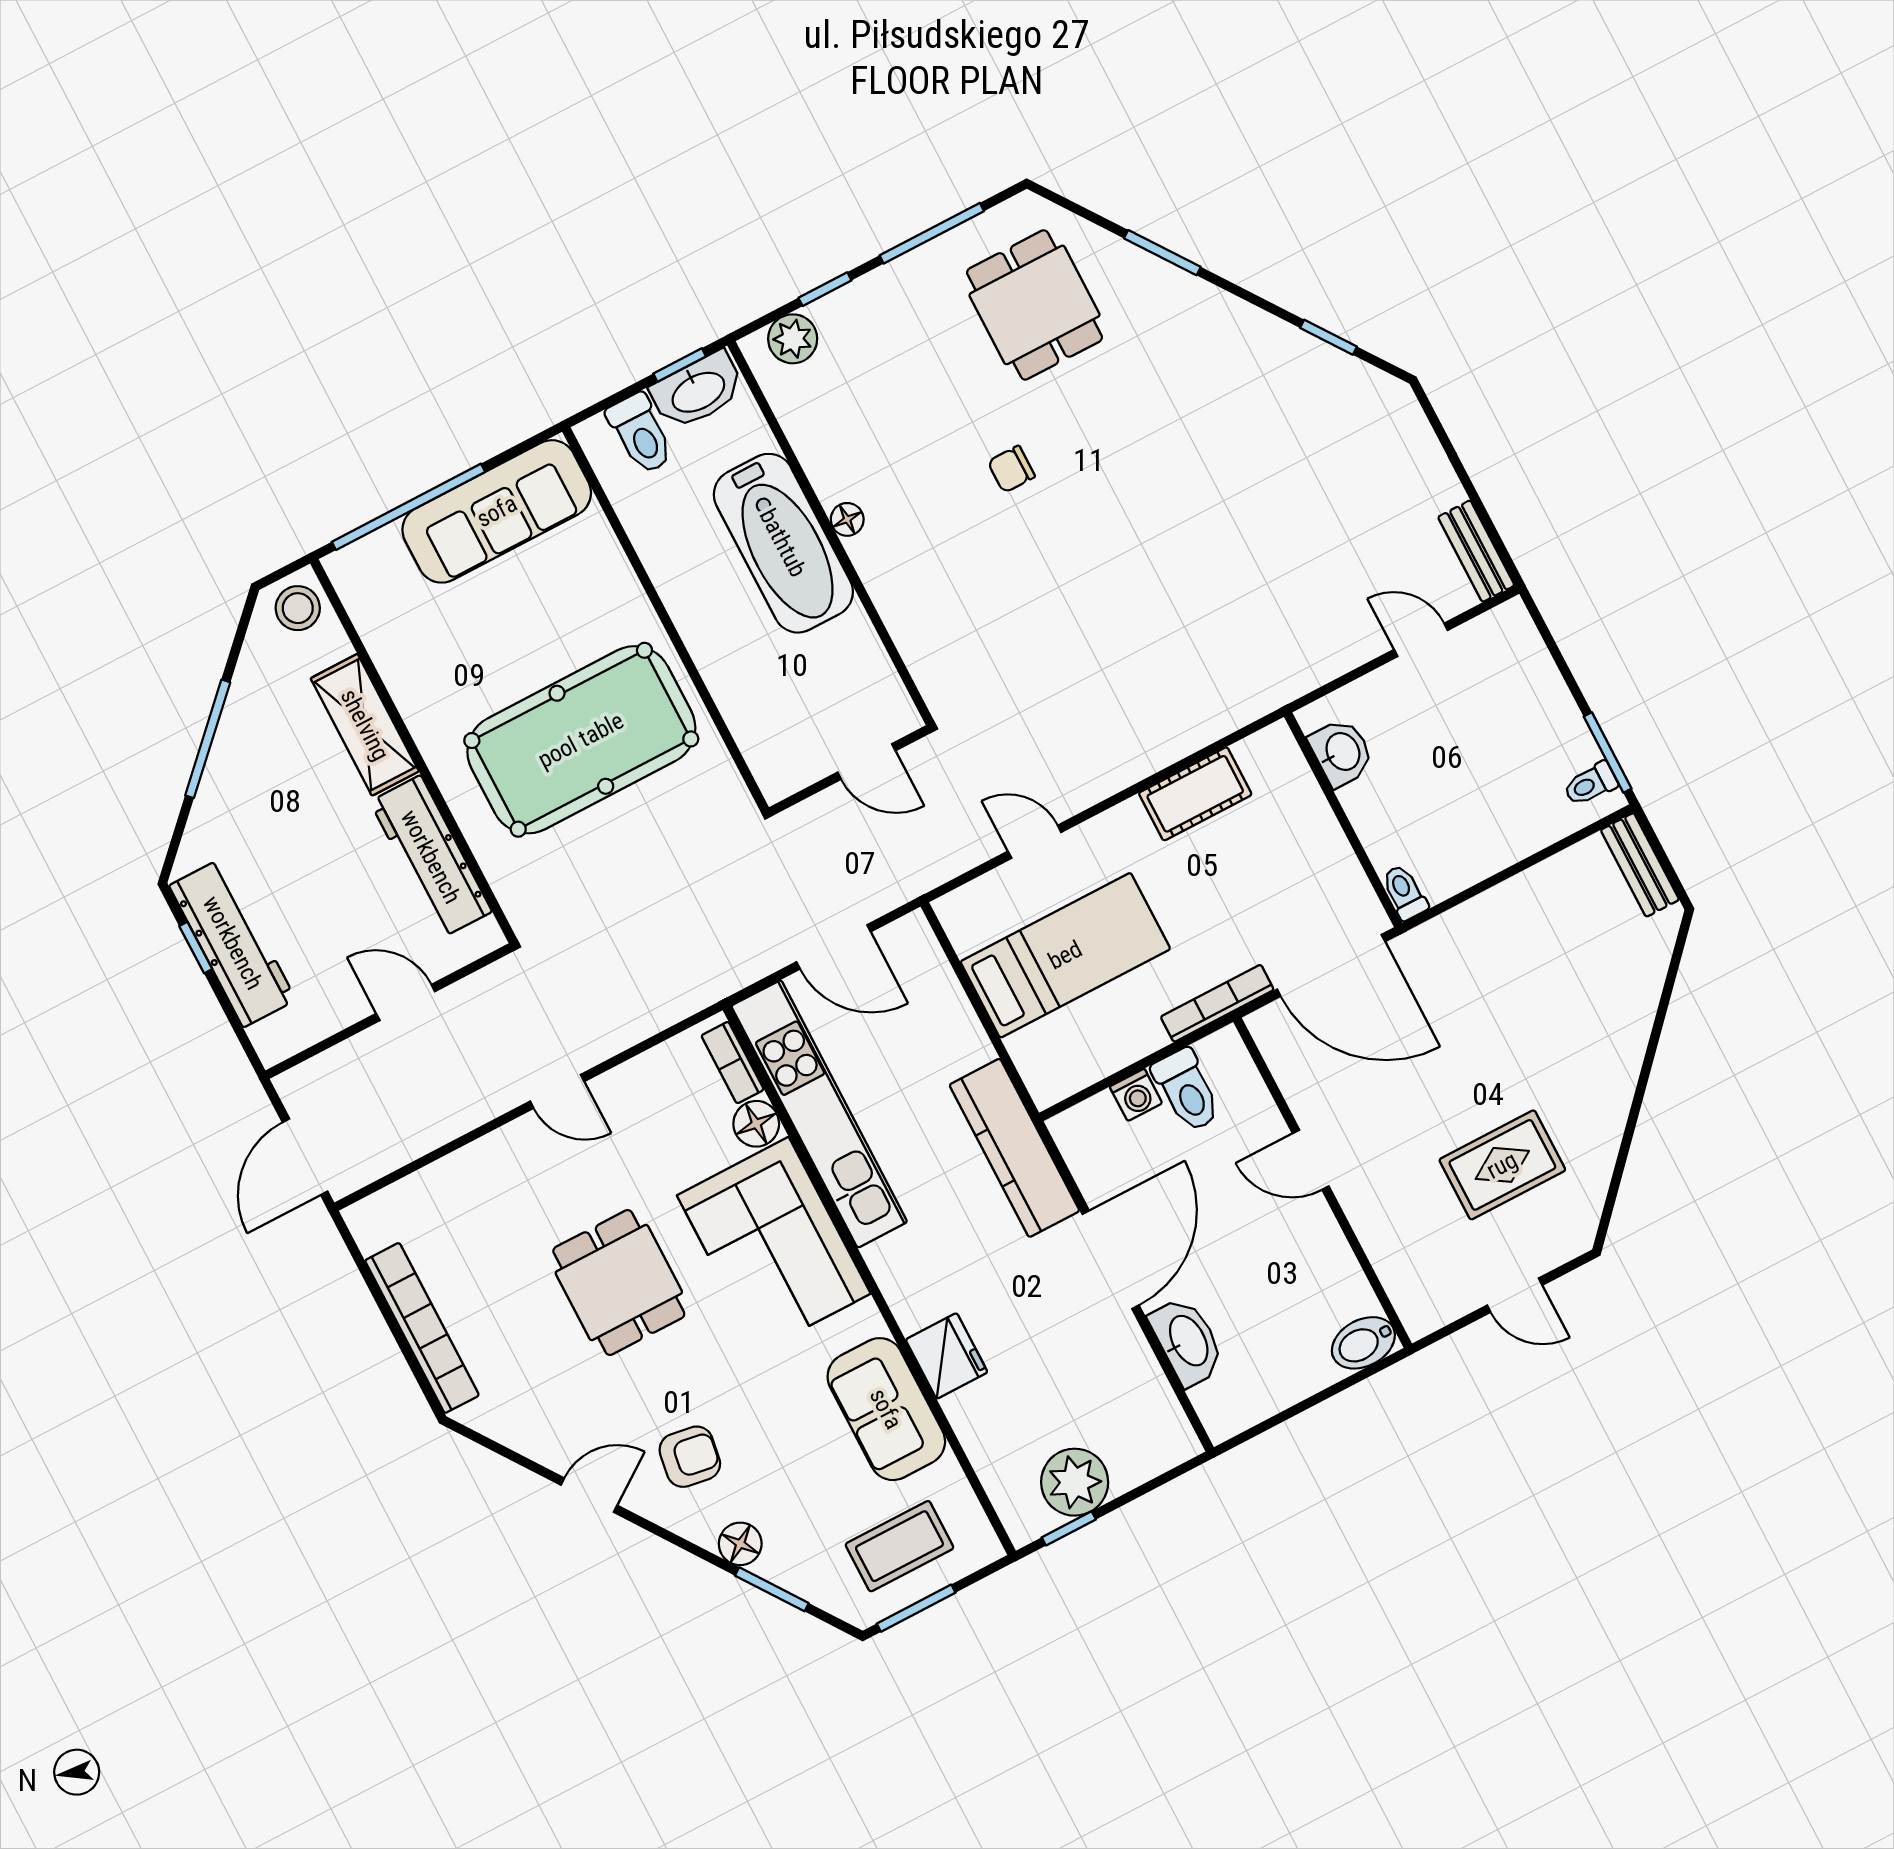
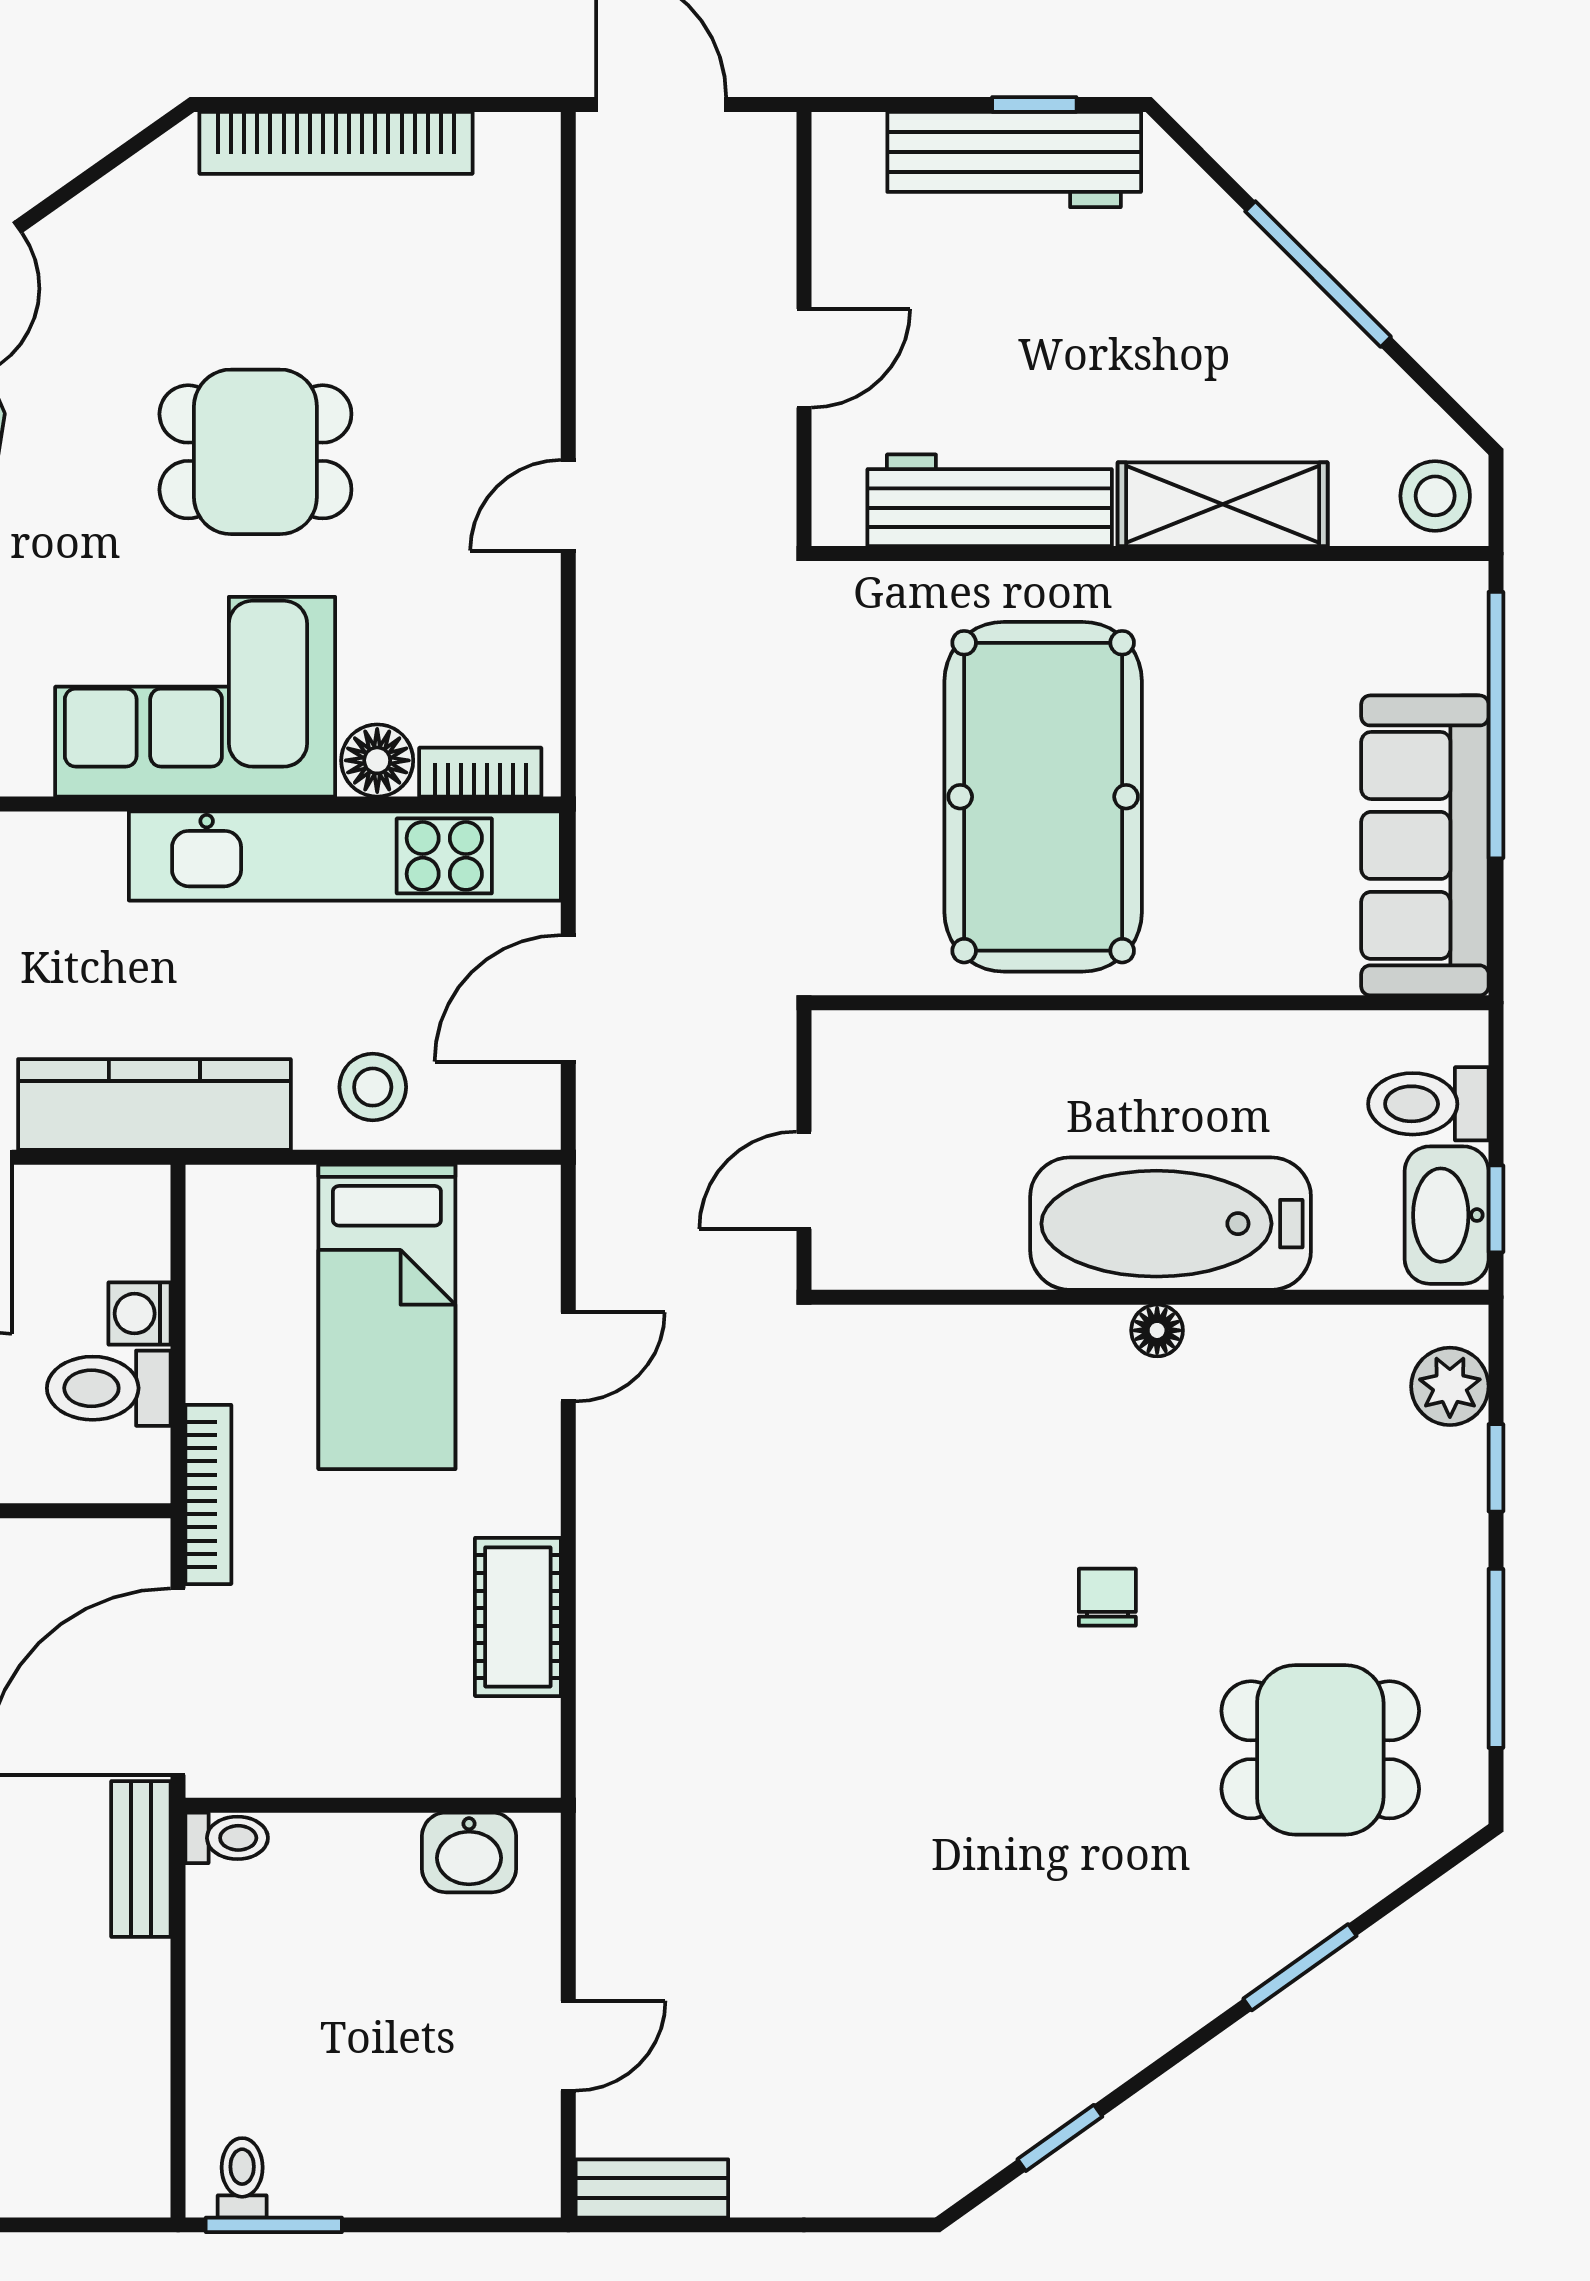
bench: (1640, 865) -> (141, 1859), moved, turned 90
stool: (941, 1031) -> (373, 1087), added

